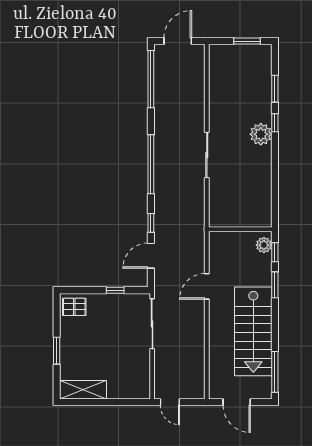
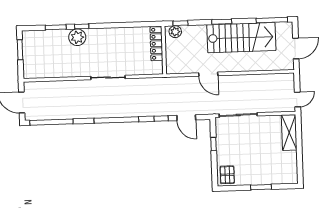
plant: (261, 134) -> (77, 37), moved
locker: (249, 220) -> (156, 44), added
window: (275, 285) -> (222, 22), moved
shelving: (83, 390) -> (289, 133), moved

